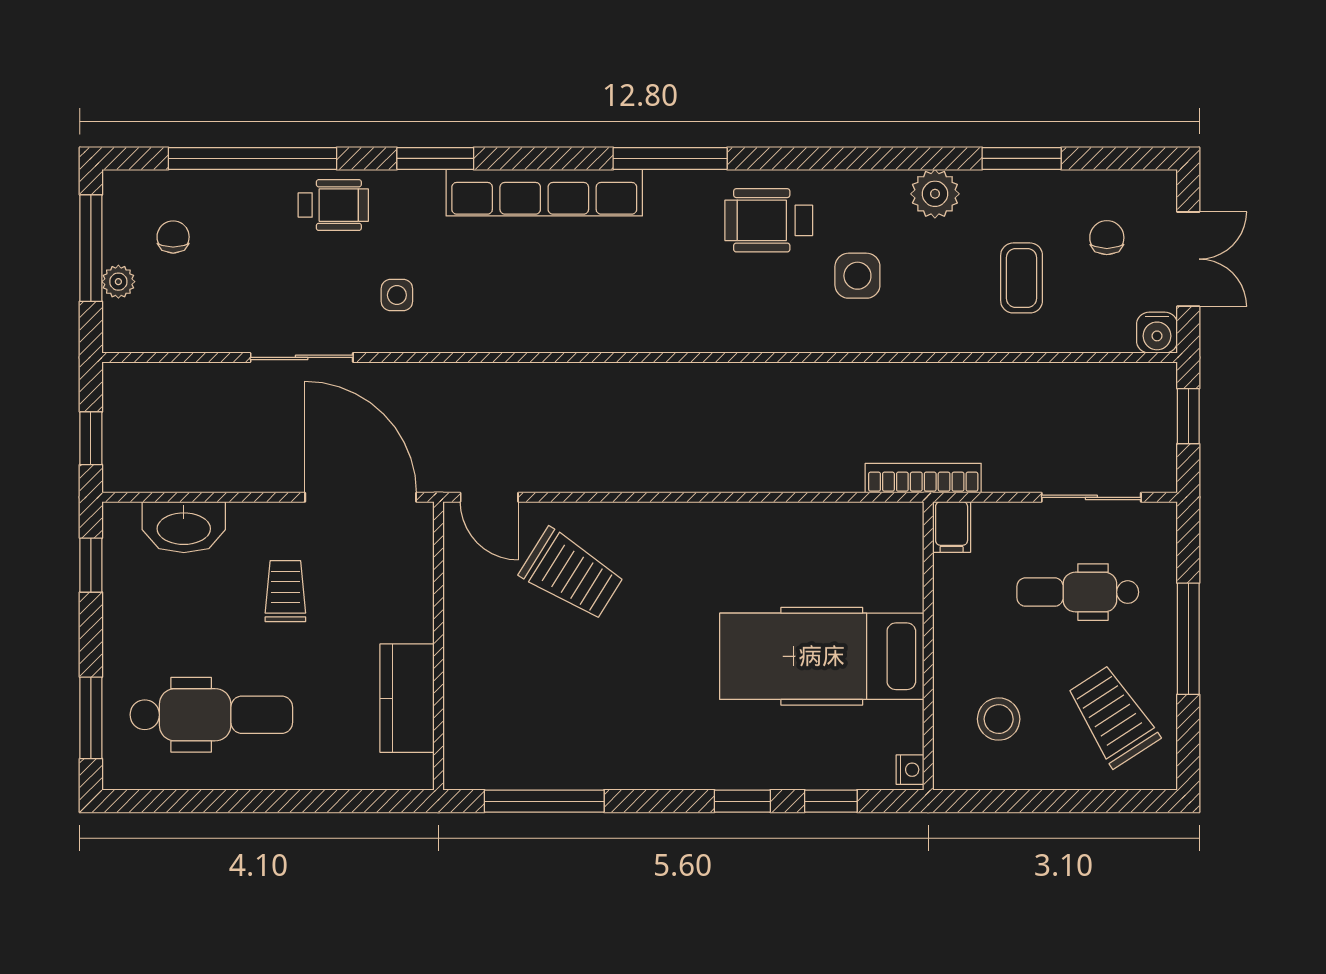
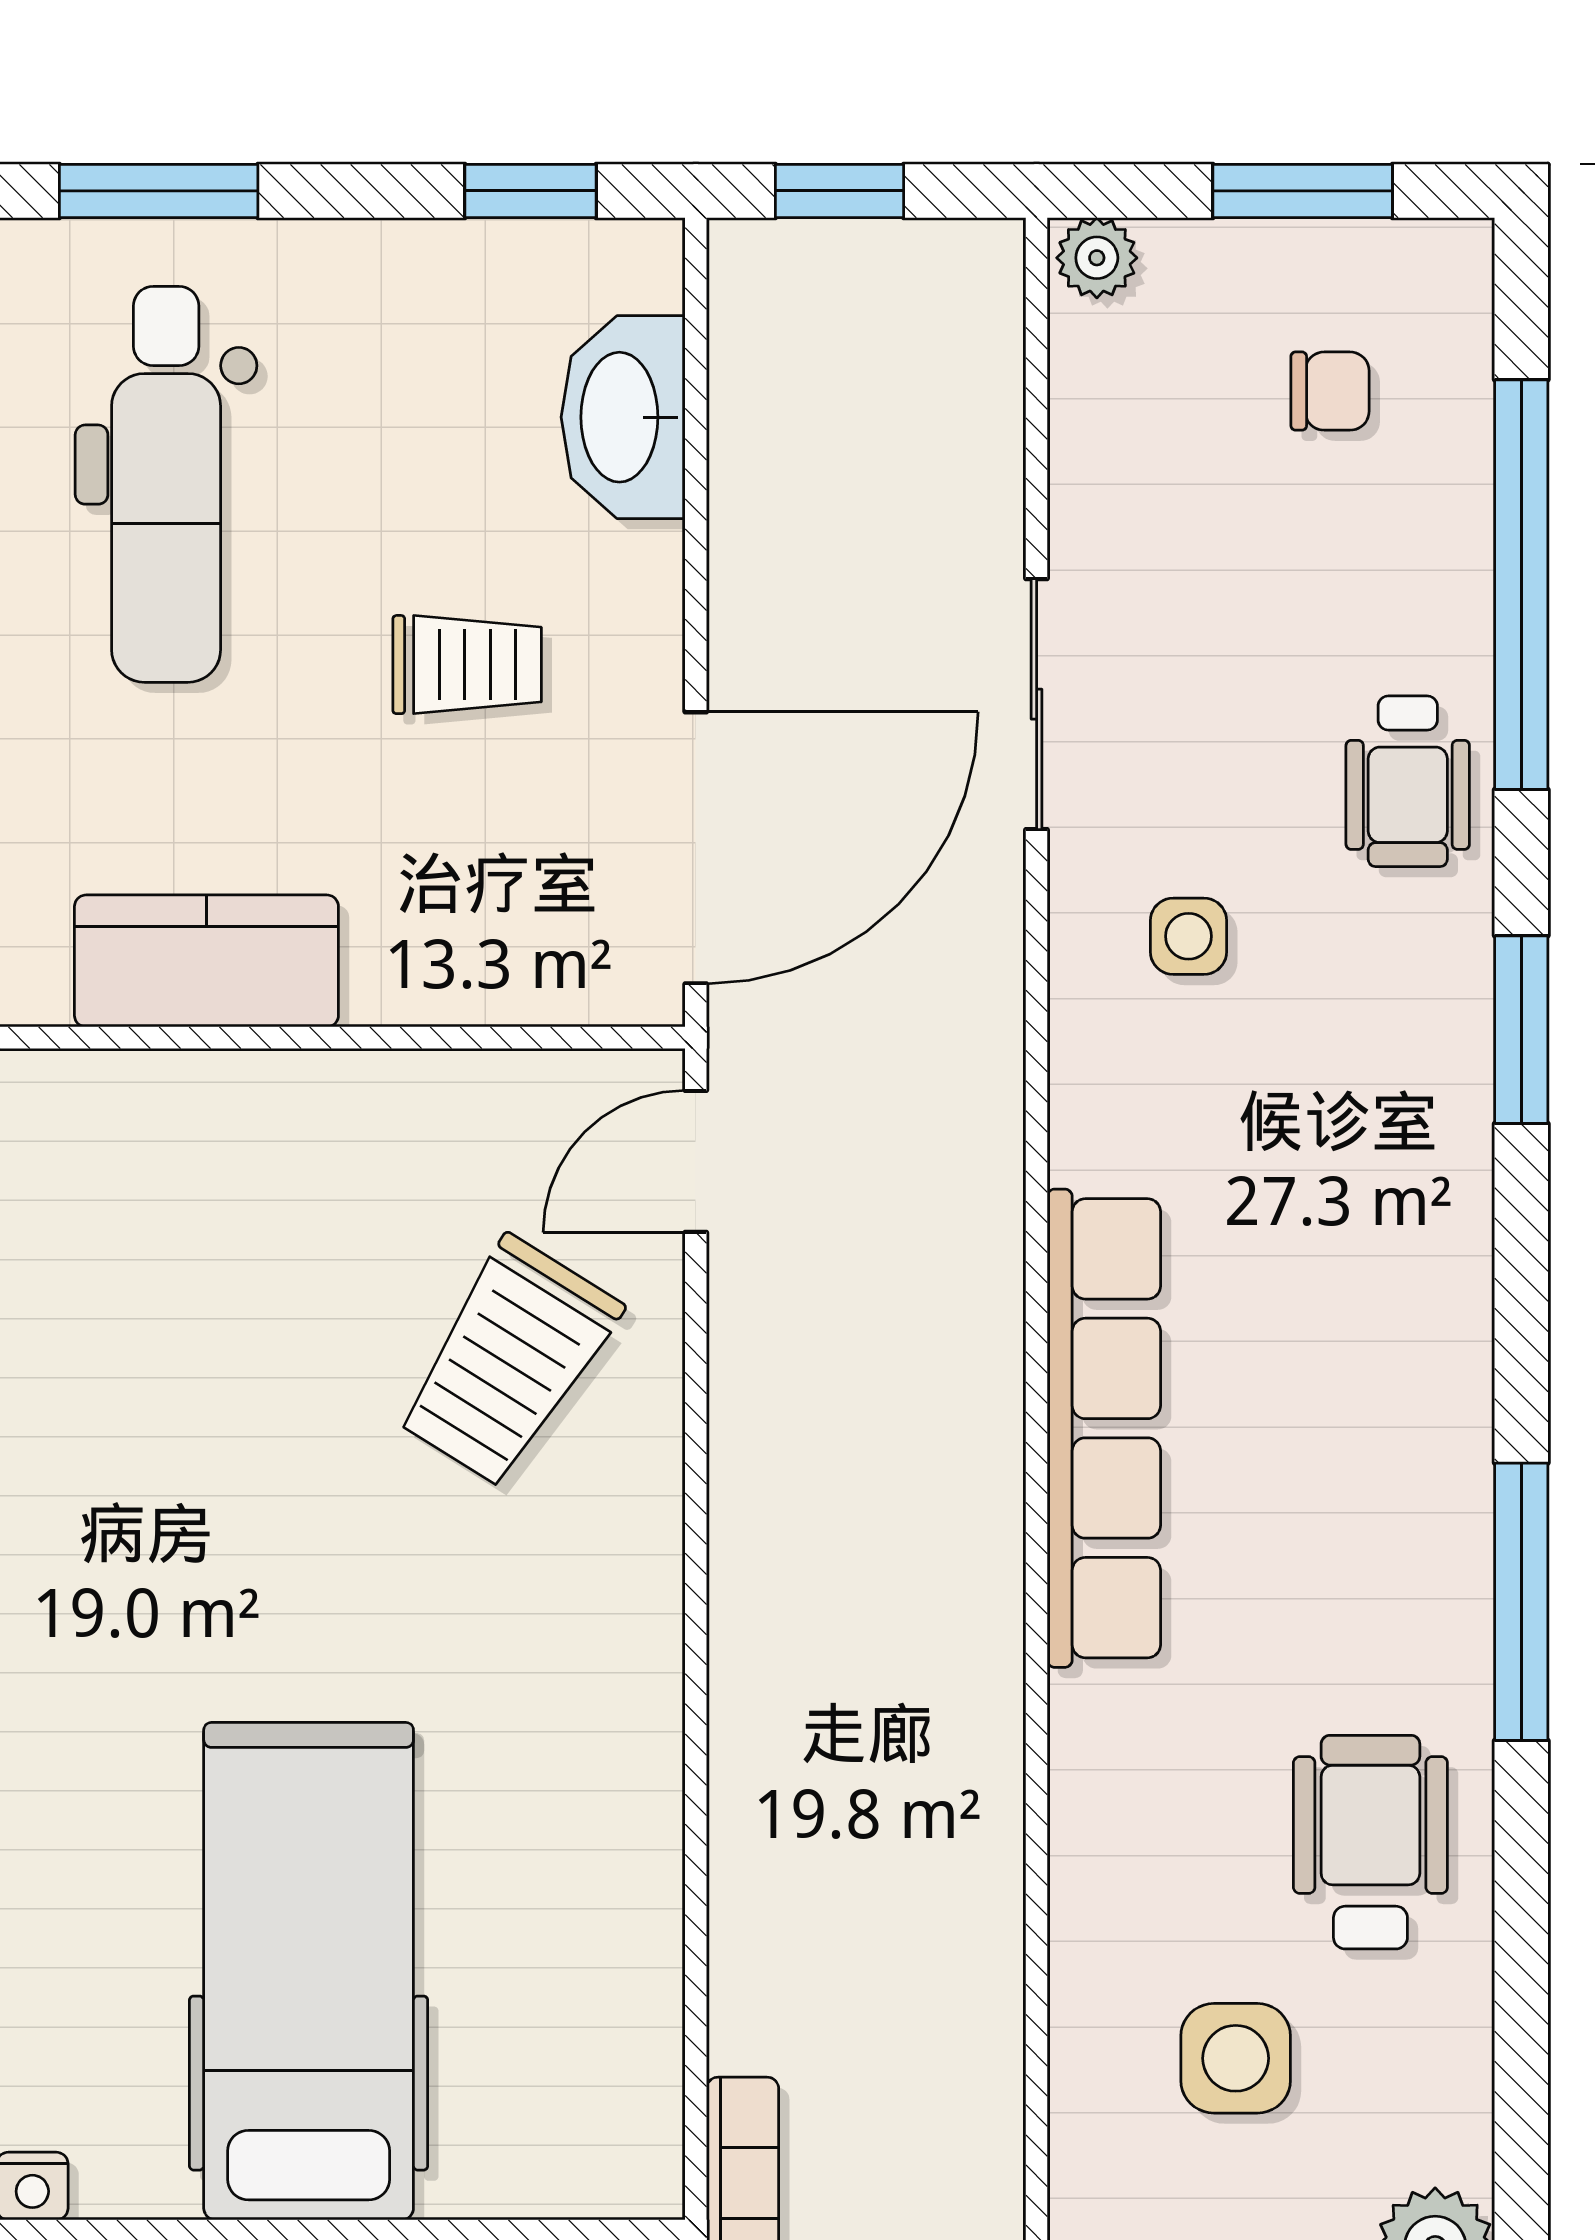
row of seats: (544, 193) -> (1104, 1428), moved, turned 180
window: (91, 248) -> (1303, 191), width x0.69
plant: (118, 282) -> (1097, 258), moved

